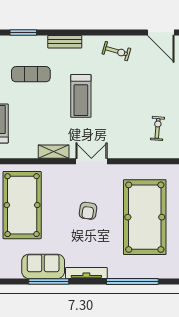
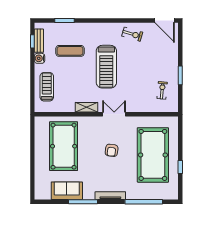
bench: (65, 42) -> (95, 27), removed
treadmill: (81, 96) -> (106, 67), width x1.37, depth x1.38
sofa: (43, 266) -> (67, 191), moved

